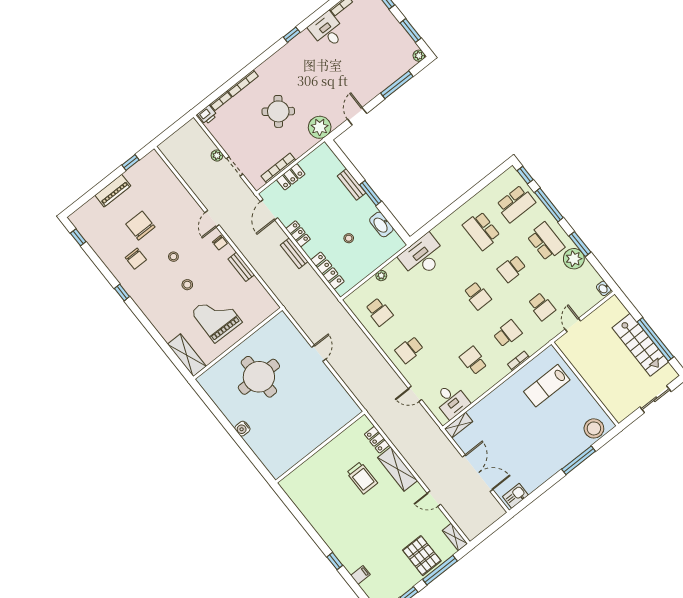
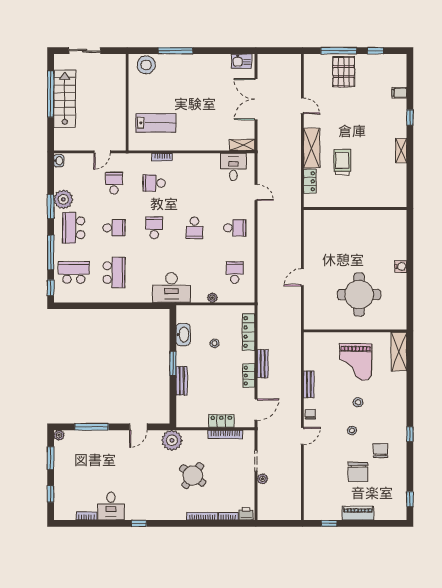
school desk: (473, 361) -> (194, 228), moved
shelving: (455, 537) -> (401, 151), moved

